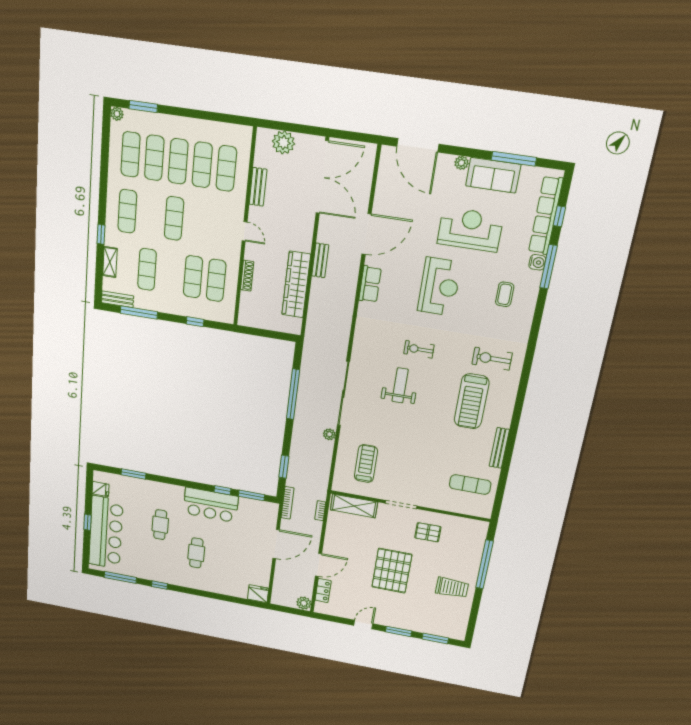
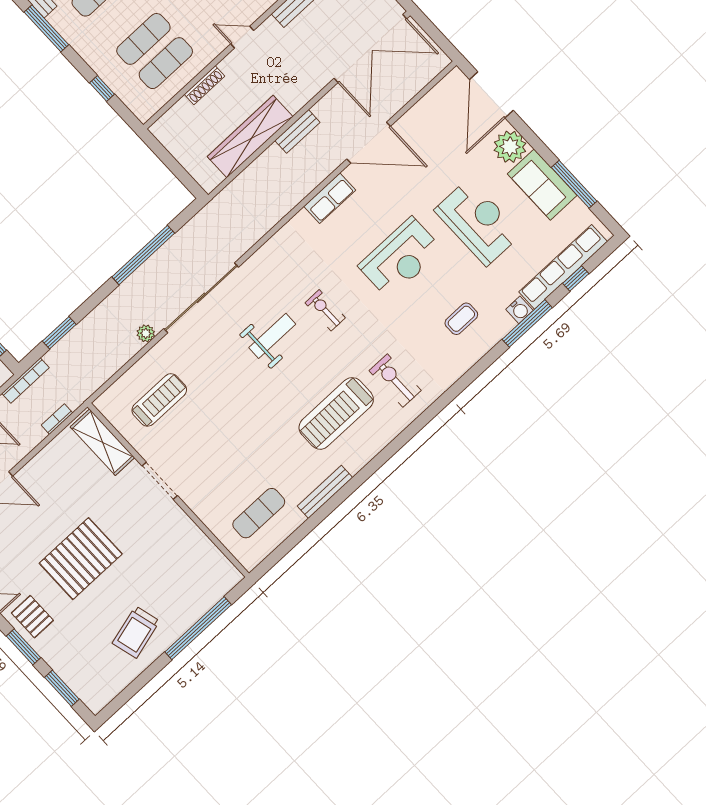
plant: (462, 163) -> (510, 147), width x1.87, depth x1.87
door: (245, 231) -> (242, 37), swing flipped
exercise mat: (470, 484) -> (259, 513), turned 90
pallet: (428, 532) -> (32, 617), moved
trolley: (452, 588) -> (136, 632), turned 75

